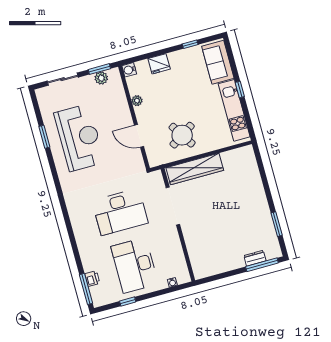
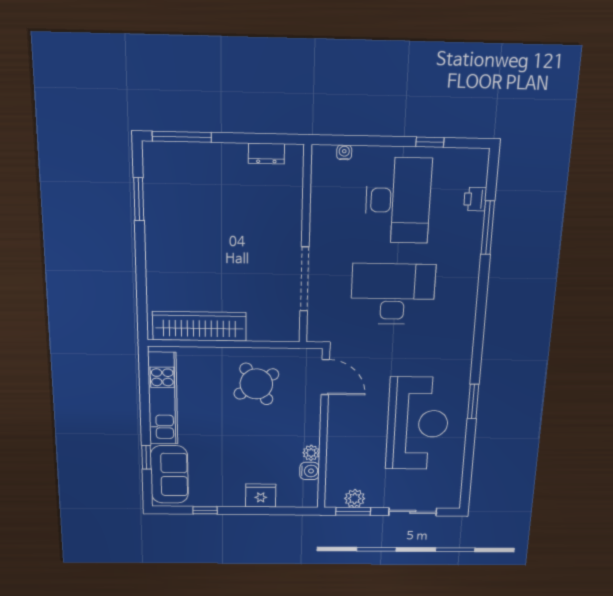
water cooler: (129, 70) -> (309, 471), moved
window: (240, 89) -> (146, 457), moved
door: (139, 136) -> (325, 377), moved
window: (44, 137) -> (473, 401), moved
reception desk: (79, 138) -> (418, 424), turned 180
wardrobe: (195, 169) -> (199, 326), moved
dresser: (255, 258) -> (266, 153), moved
window: (86, 289) -> (488, 228), moved

